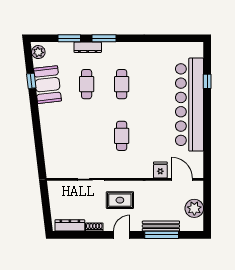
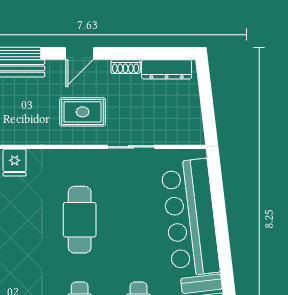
cafe table: (122, 136) -> (80, 220), width x1.37, depth x1.35
bar counter: (56, 137) -> (190, 218), added

